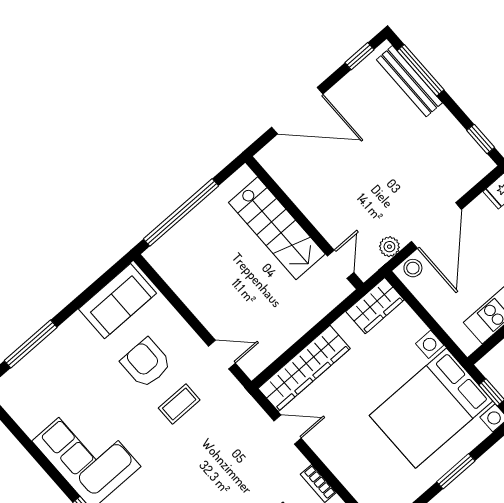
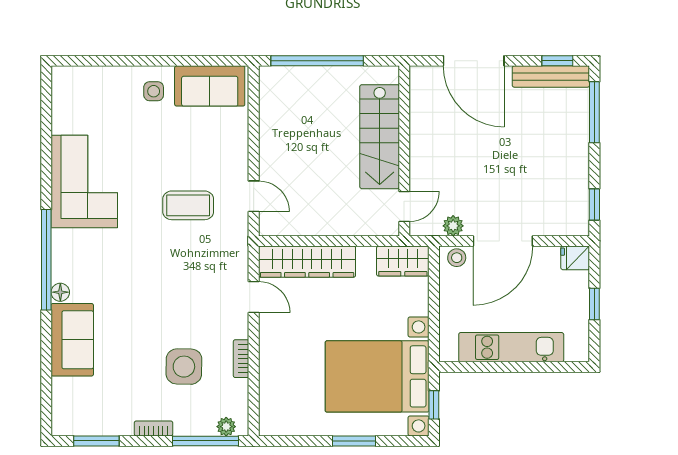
bench: (409, 81) -> (551, 76), moved, turned 90
side table: (79, 342) -> (154, 91), added
window: (31, 344) -> (115, 61), removed
armchair: (146, 363) -> (190, 152), removed
coffee table: (179, 404) -> (188, 205), width x1.36, depth x1.30

